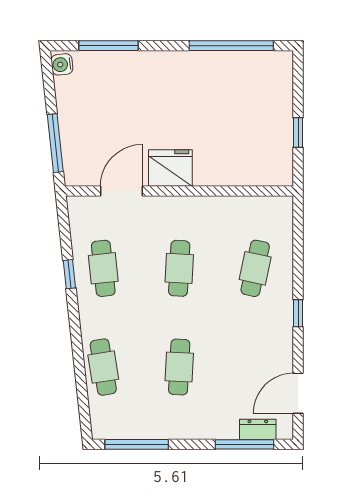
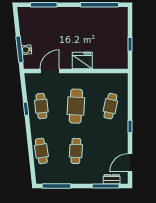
water cooler: (62, 64) -> (26, 50), moved
fridge: (170, 168) -> (82, 60), moved
cafe table: (179, 268) -> (76, 106), width x1.37, depth x1.35

